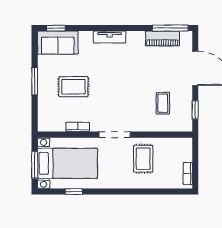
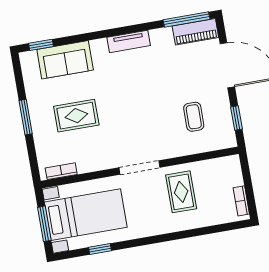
tv unit: (110, 37) -> (129, 41), moved
piano: (162, 39) -> (195, 32), moved
sofa: (58, 43) -> (65, 60), moved
bookcase: (78, 127) -> (61, 171), moved

